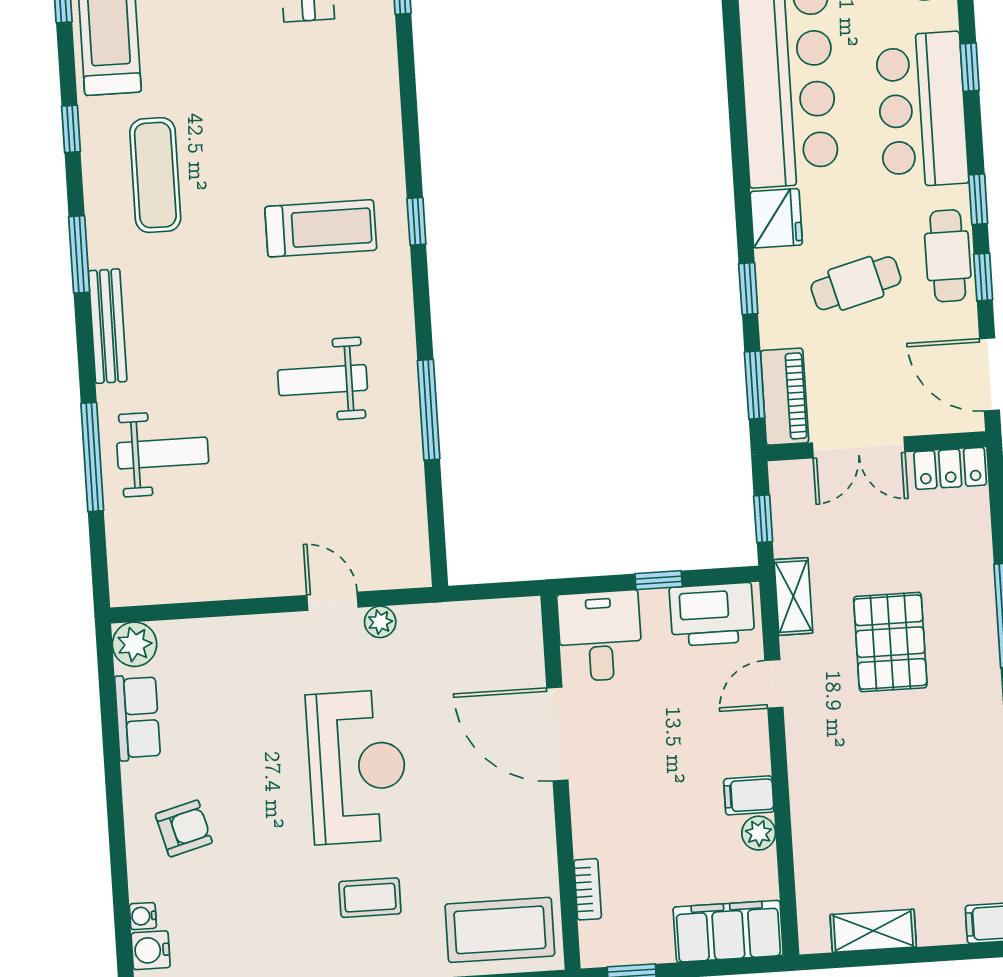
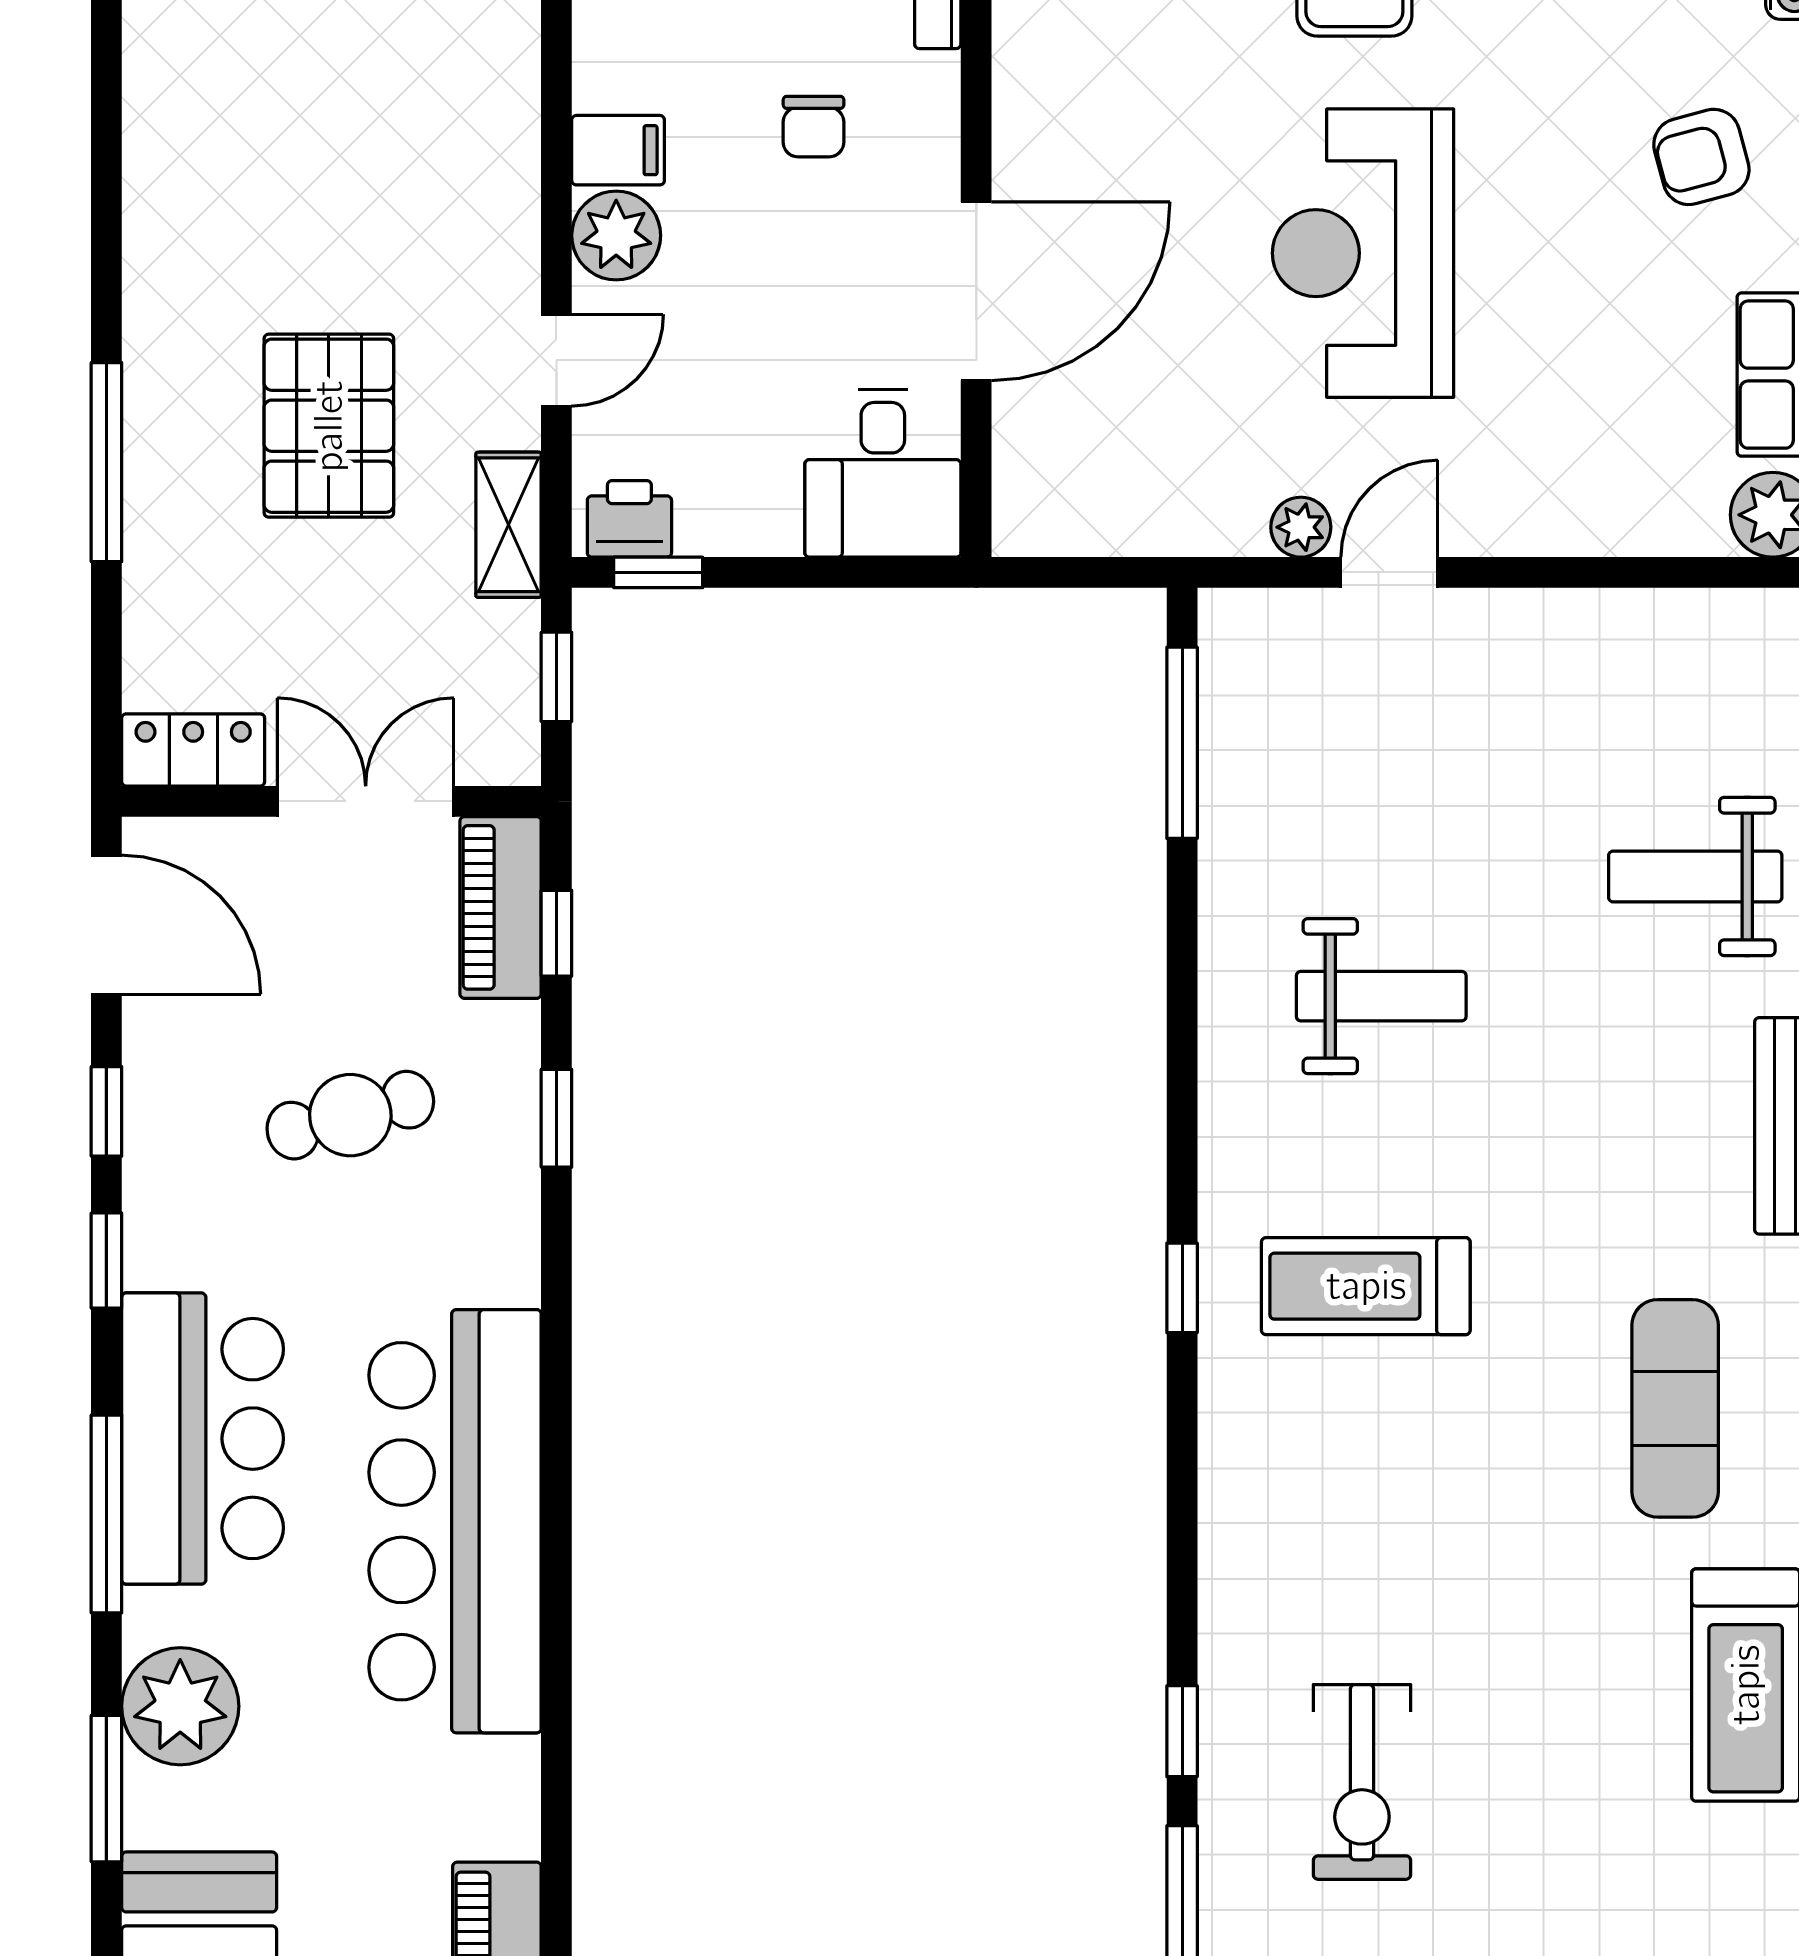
window: (970, 67) -> (106, 1514), width x2.17
fridge: (776, 218) -> (494, 1249), removed
cafe table: (948, 256) -> (172, 1156), removed
window: (755, 385) -> (556, 933), width x0.67
window: (429, 410) -> (1182, 743), moved
window: (659, 580) -> (658, 572), moved
door: (332, 601) -> (1389, 572), swing flipped
printer: (712, 614) -> (629, 519), width x0.53, depth x0.68
door: (557, 734) -> (976, 291), hinge flipped
chair: (648, 814) -> (814, 127), added
plant: (759, 833) -> (616, 236), moved, width x1.38, depth x1.38

